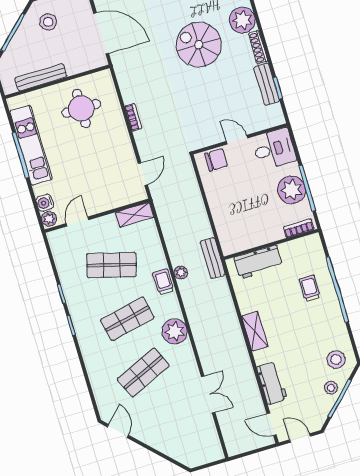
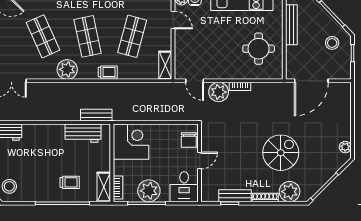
corner desk: (239, 229) -> (131, 142), added
bench: (213, 258) -> (96, 115), moved
workbench: (258, 262) -> (83, 133), moved, turned -90
plant: (181, 273) -> (219, 92), moved, width x1.87, depth x1.87
shelving: (255, 331) -> (104, 187), moved, turned 90

